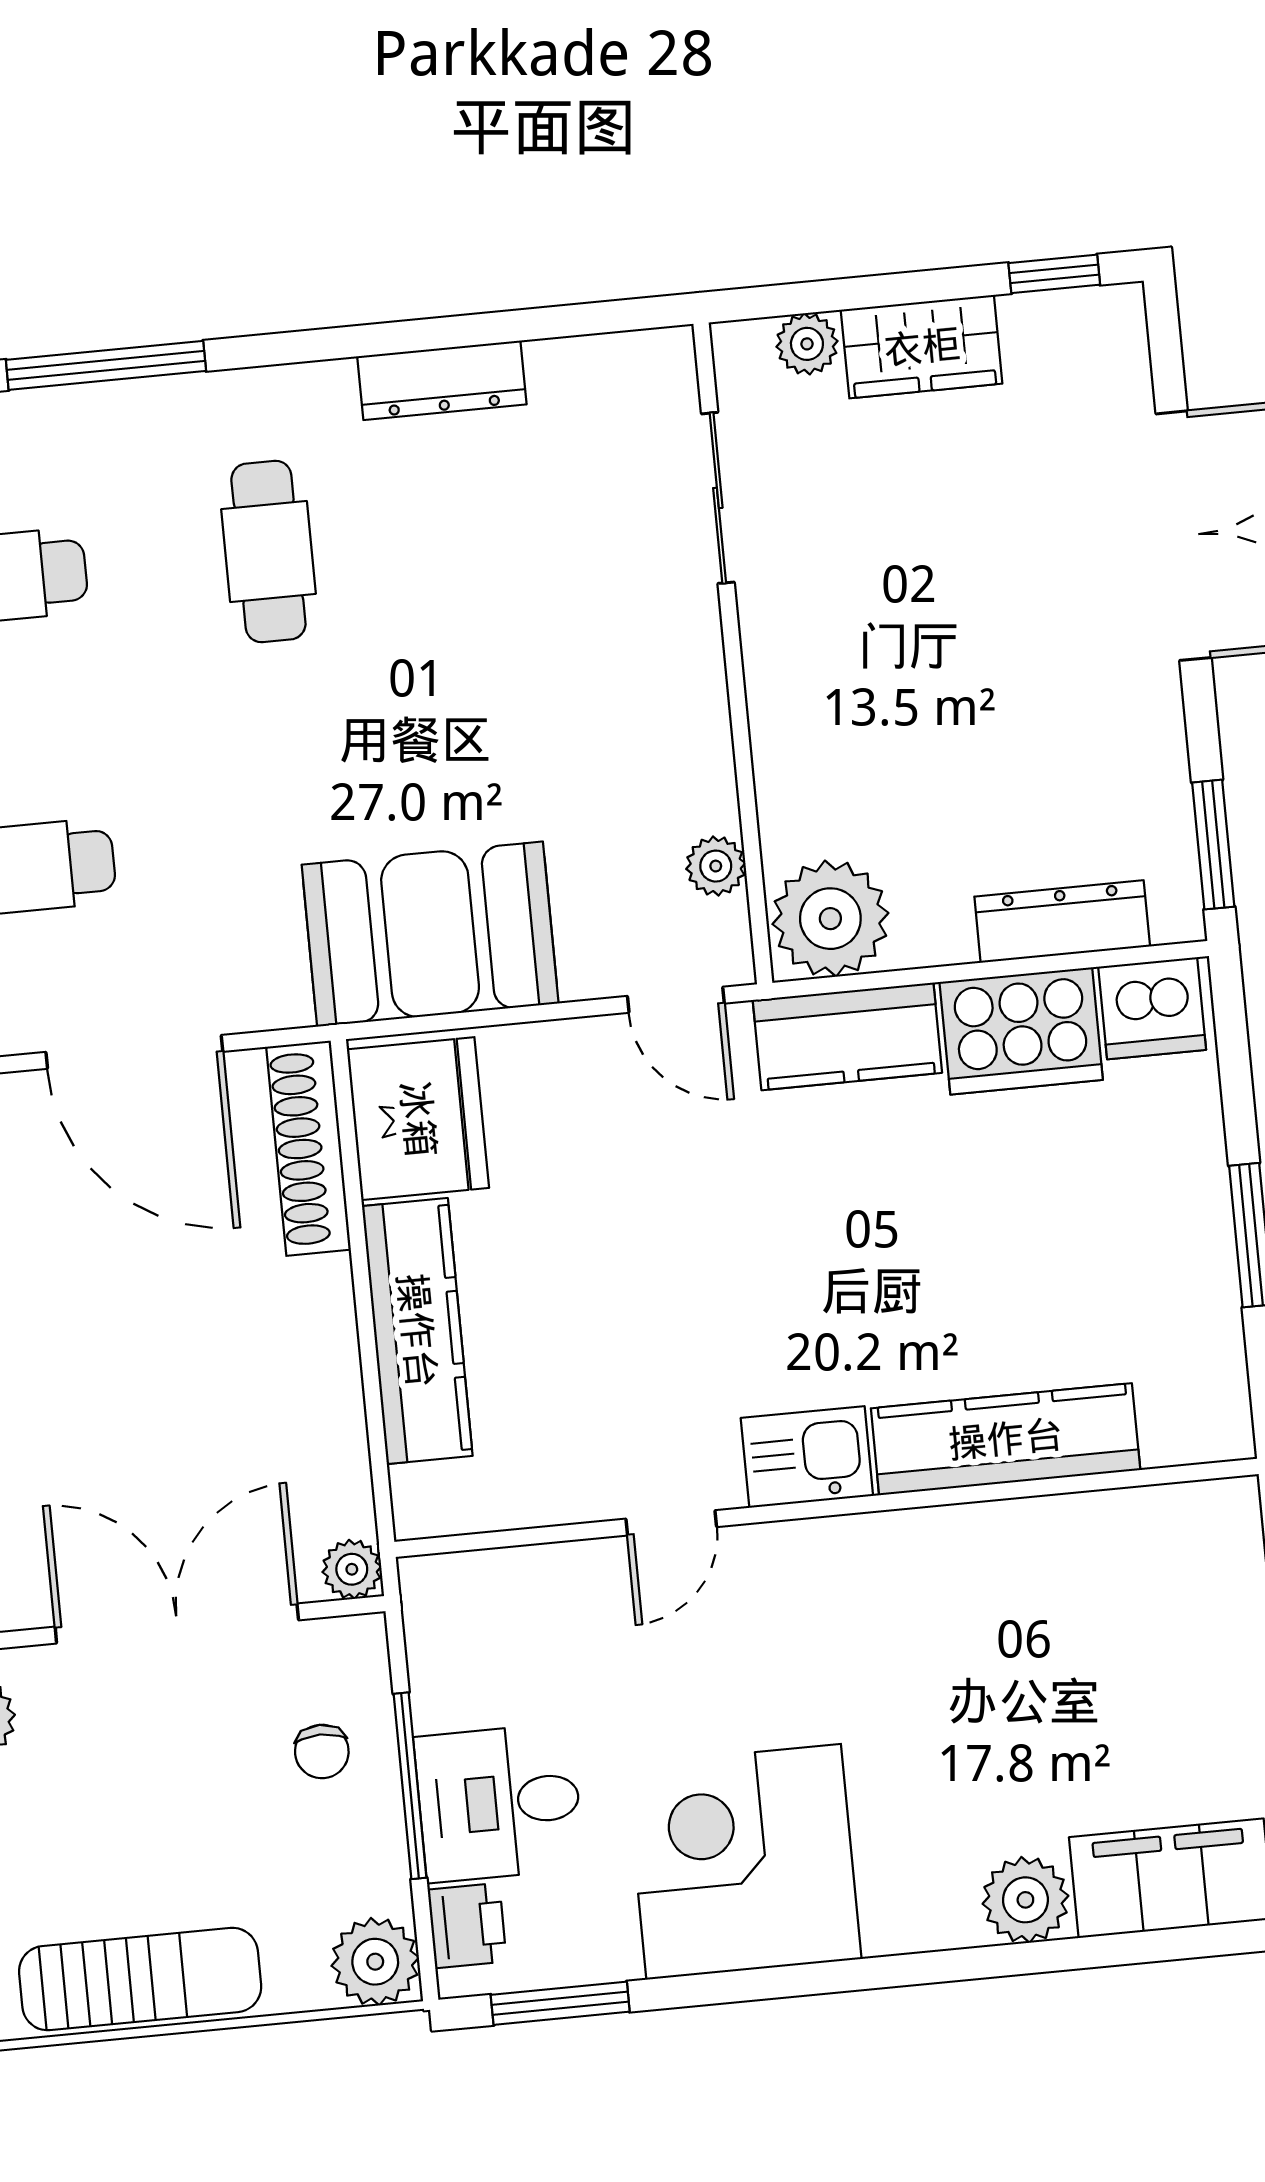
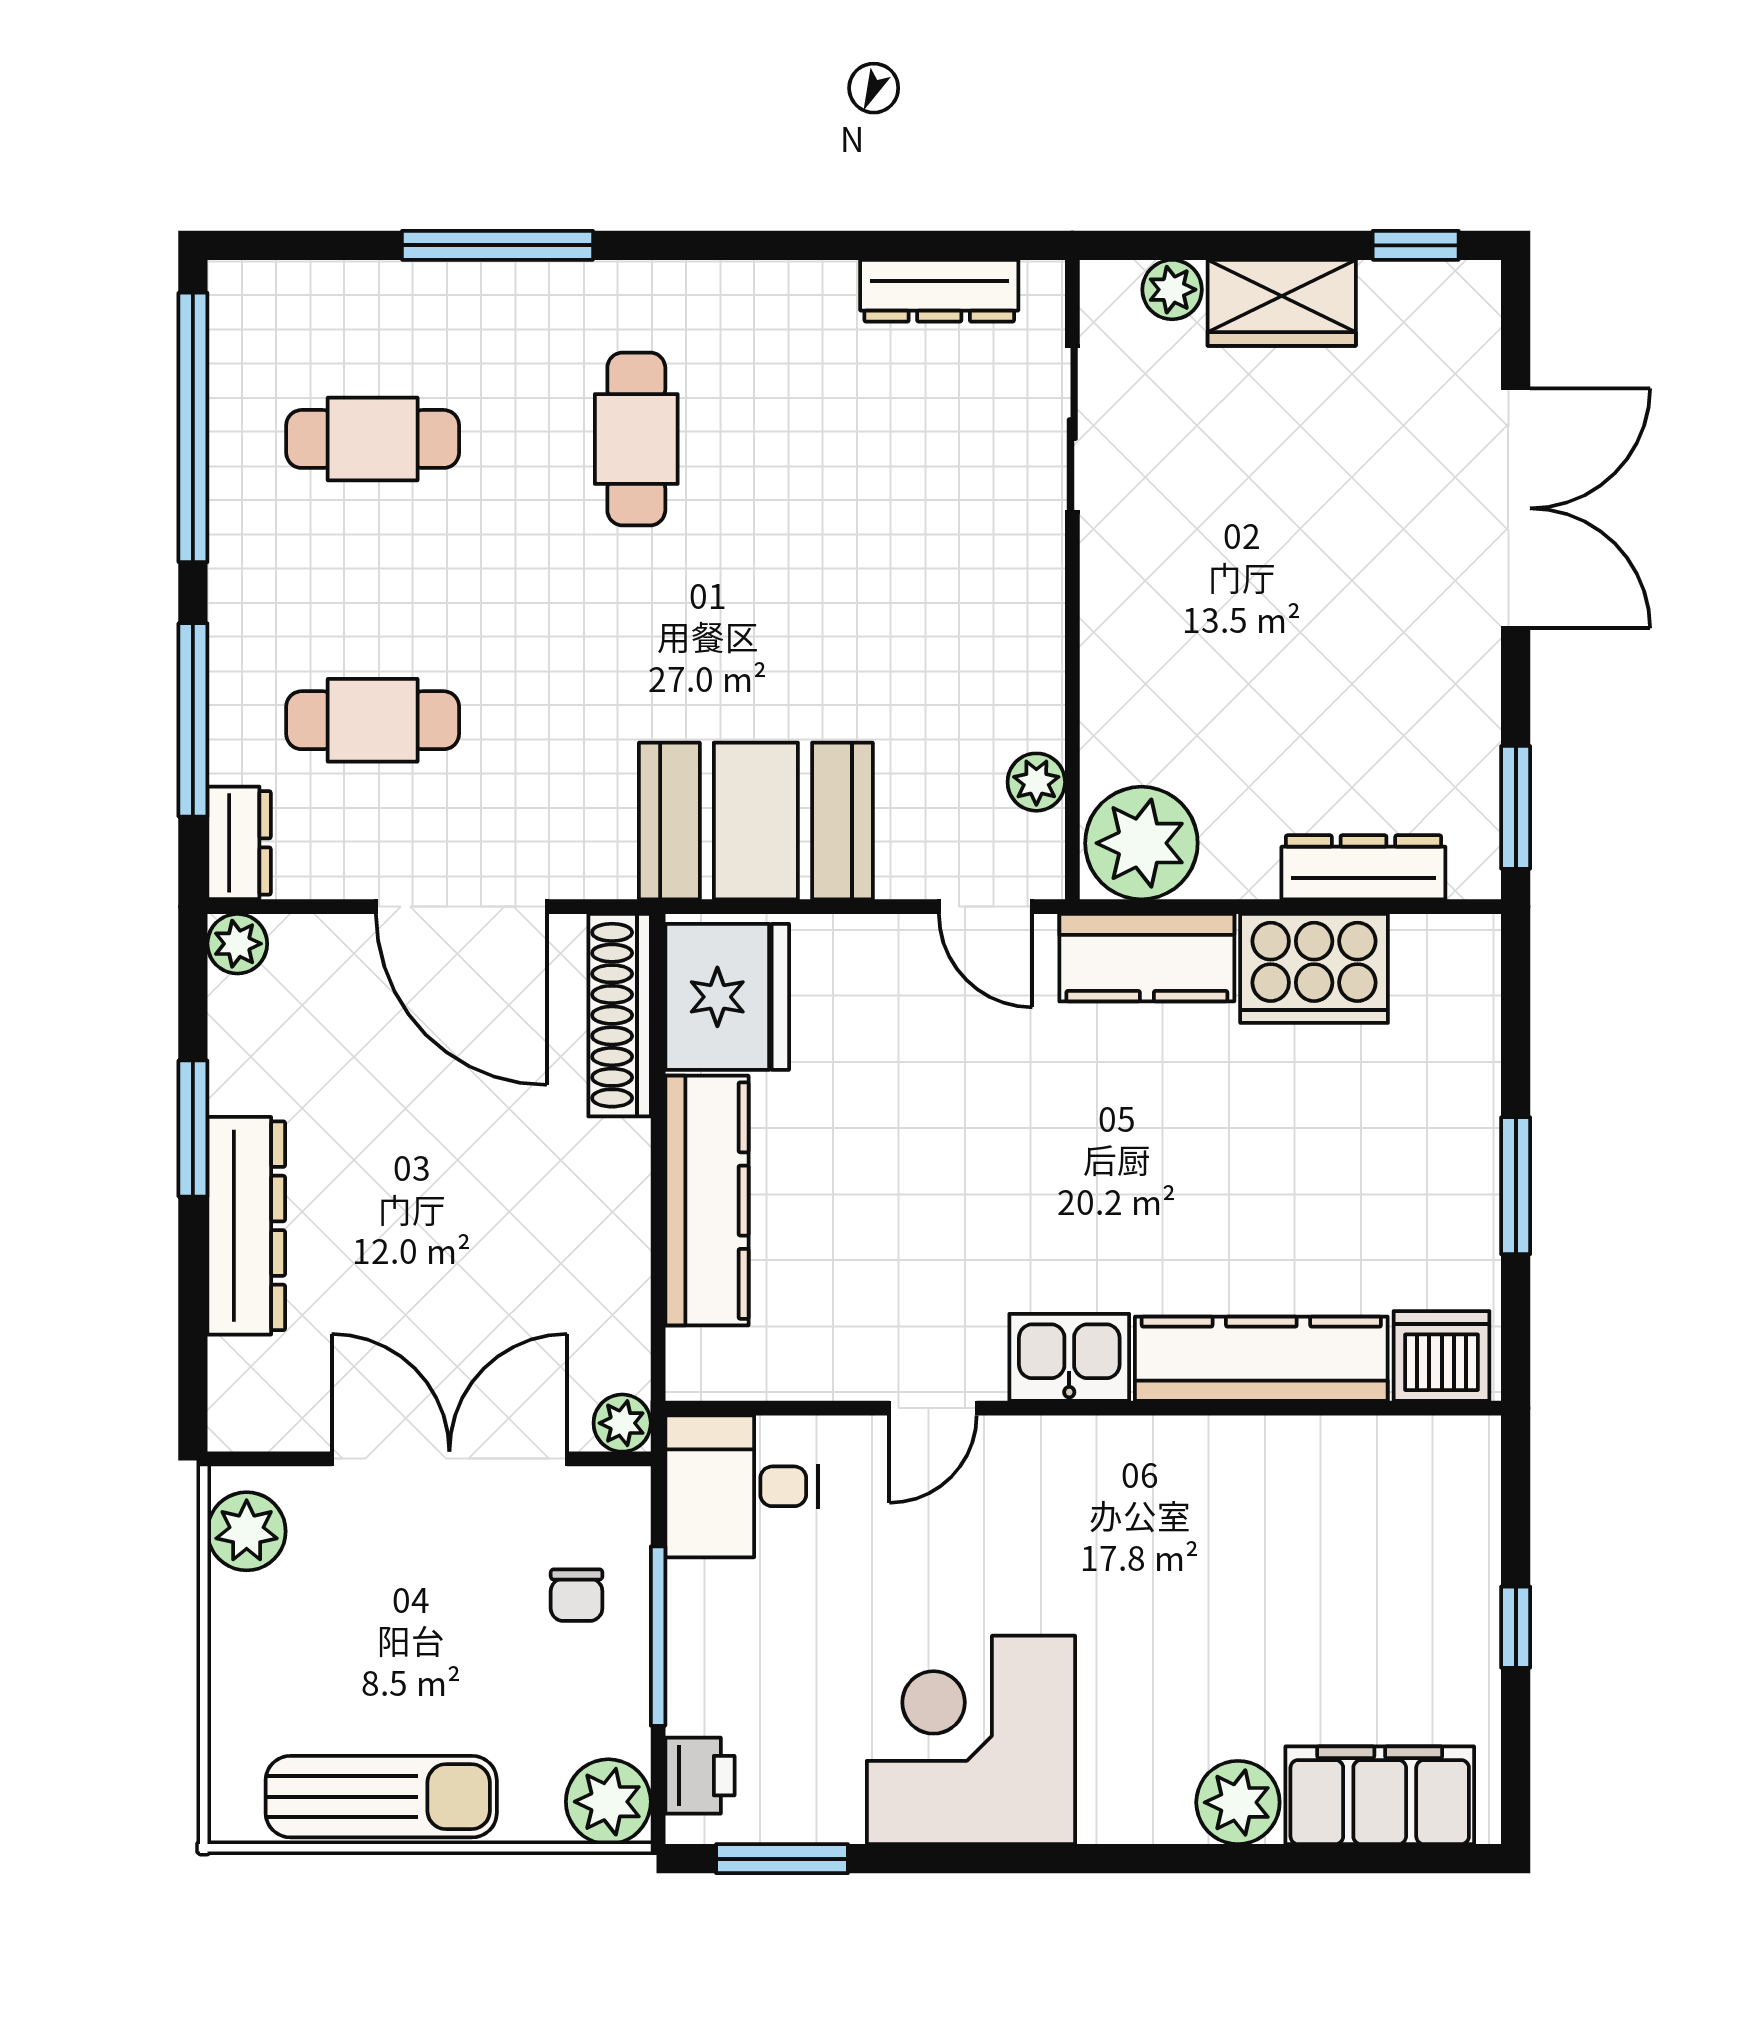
dresser: (442, 380) -> (939, 291), moved
dishwasher: (1152, 1008) -> (1442, 1356), moved, turned 180
desk: (499, 1803) -> (742, 1486), moved

